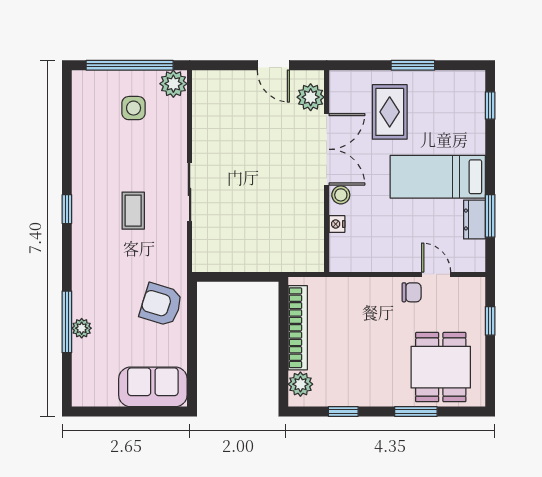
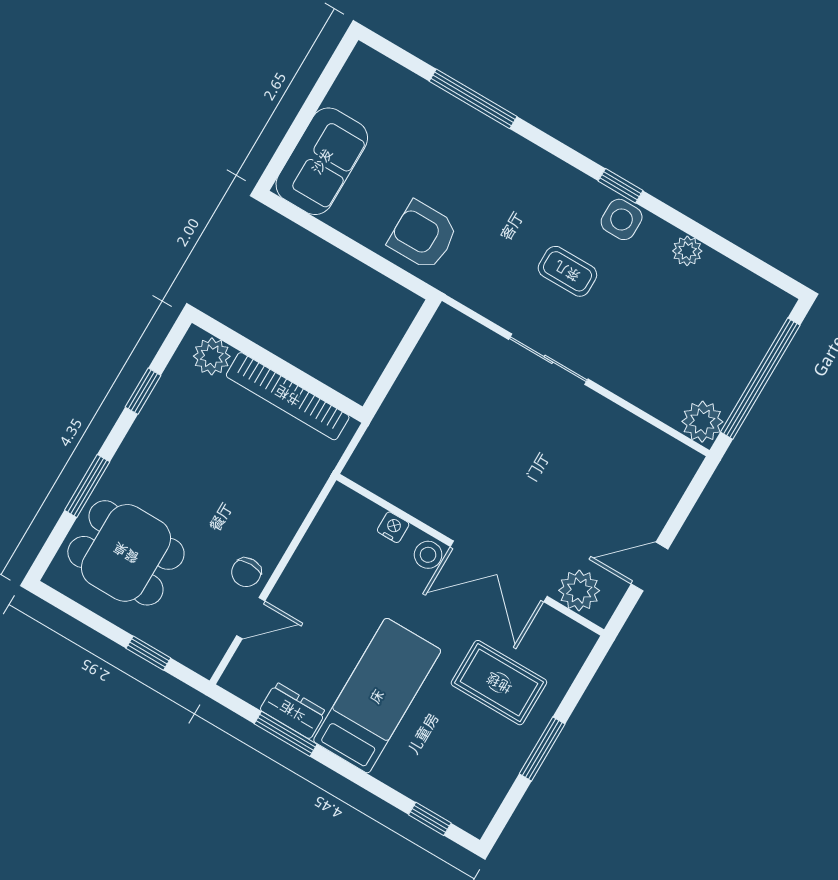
side table: (134, 108) -> (622, 219), moved
armchair: (161, 305) -> (423, 235), turned -107
plant: (82, 328) -> (687, 251), moved

